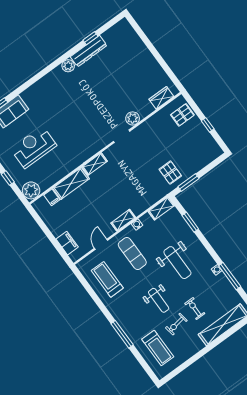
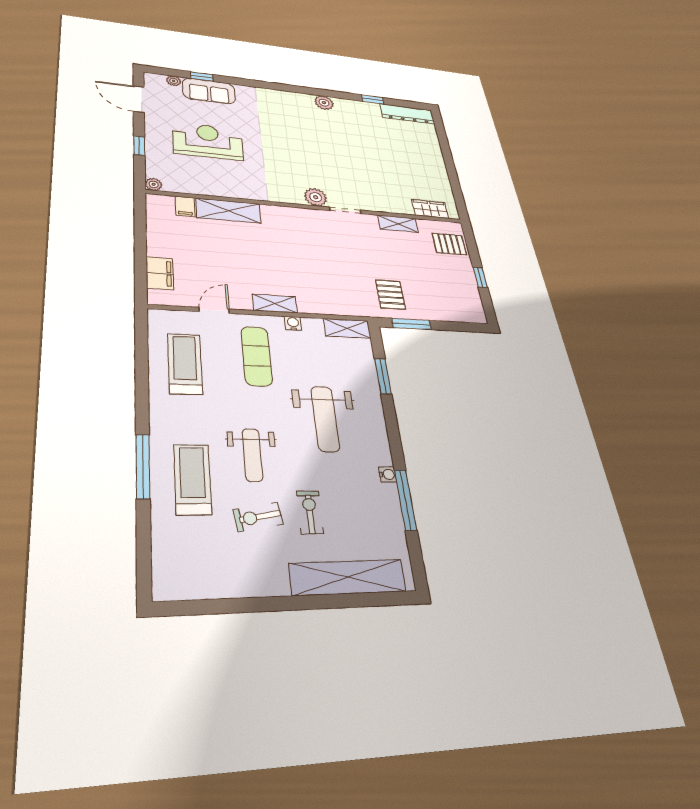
dresser: (89, 51) -> (407, 114), moved
plant: (133, 118) -> (316, 197), moved
shelving: (95, 164) -> (398, 224), moved
plant: (31, 190) -> (154, 184), width x0.53, depth x0.53
treadmill: (158, 348) -> (192, 479), moved, turned 180

